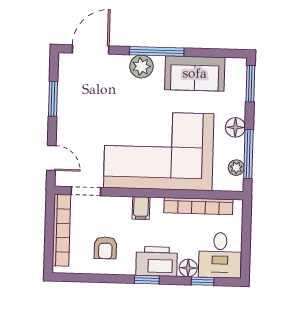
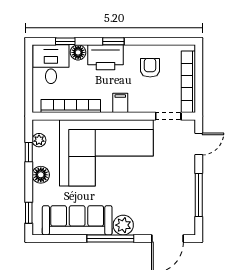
sofa: (195, 73) -> (77, 220), width x1.36
window: (250, 84) -> (29, 213), width x0.67
window: (53, 99) -> (199, 195), width x1.44
window: (248, 154) -> (29, 152), width x0.46
door: (51, 158) -> (199, 144), swing flipped

